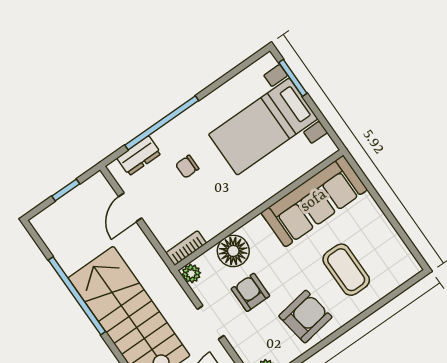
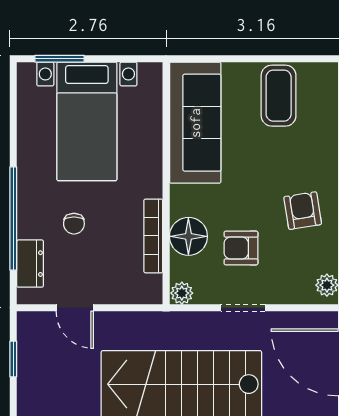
bookcase: (186, 248) -> (153, 236), moved, width x1.56
coffee table: (346, 270) -> (279, 96), moved, turned 90
armchair: (305, 317) -> (303, 211), width x0.72, depth x0.72

